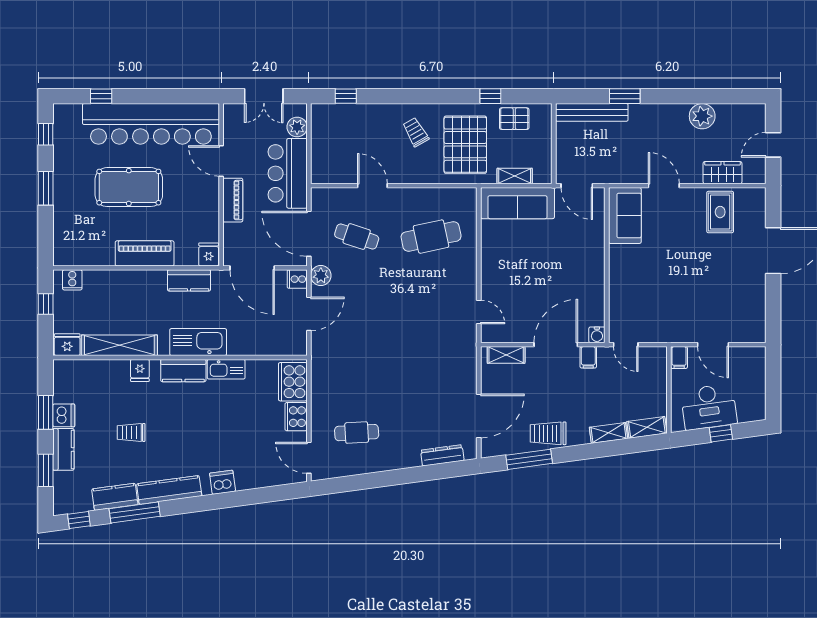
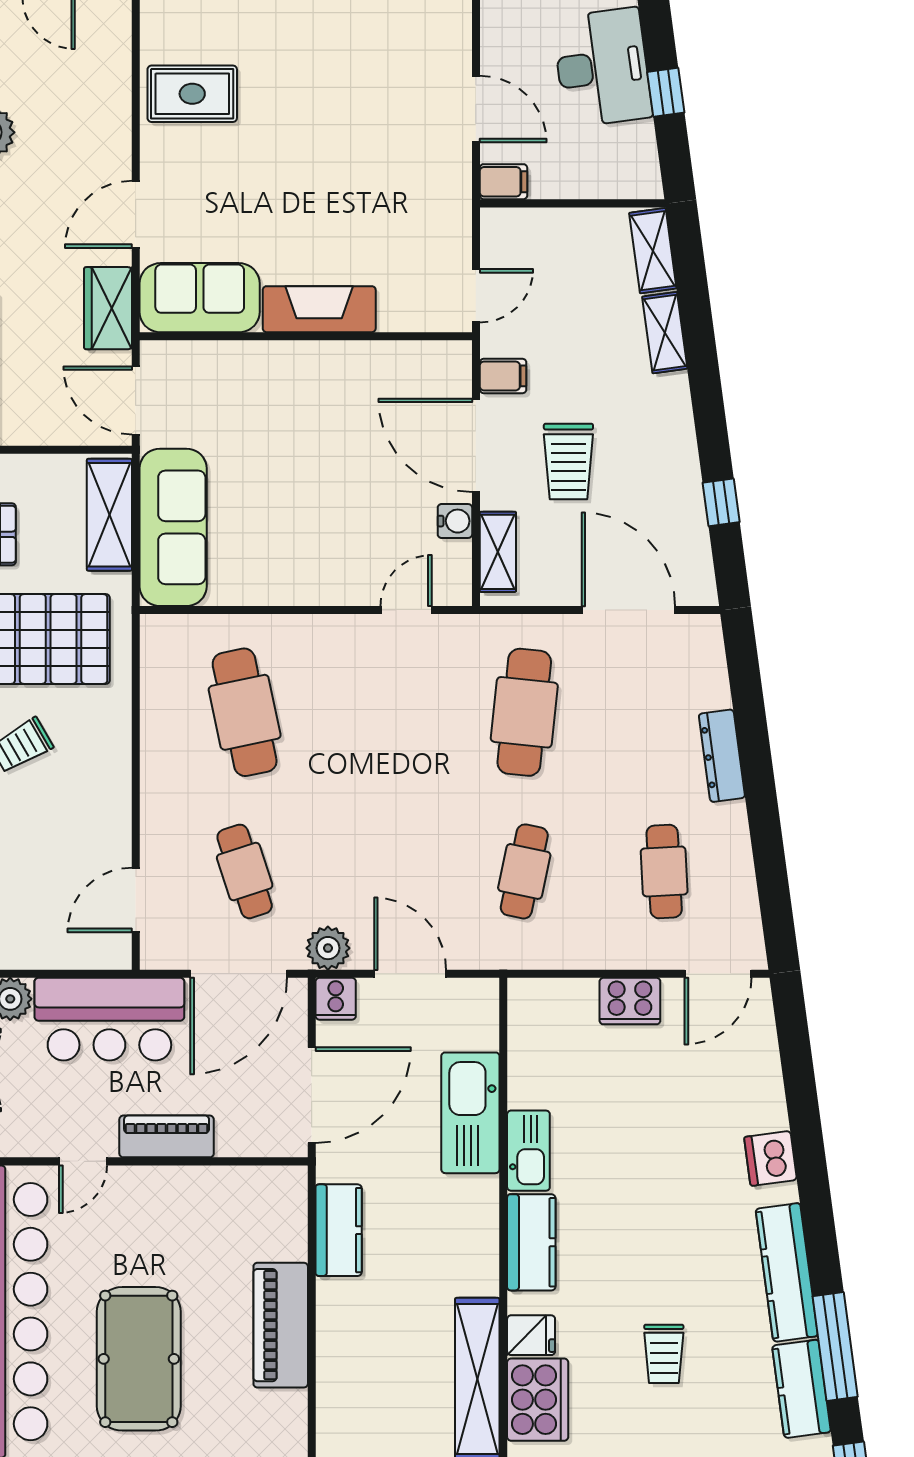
door: (221, 161) -> (83, 1161), width x0.73
wardrobe: (722, 173) -> (108, 308), moved
shelving: (515, 176) -> (109, 515), width x1.50, depth x1.33
door: (372, 186) -> (136, 900), moved
door: (577, 186) -> (136, 400), swing flipped
cafe table: (357, 237) -> (245, 871), turned -36
fridge: (209, 254) -> (283, 1188), removed
fireplace: (619, 271) -> (319, 309), added
water cooler: (597, 335) -> (455, 521), moved
kitchen sink: (198, 342) -> (470, 1113), moved
door: (713, 345) -> (476, 109), hinge flipped
cafe table: (357, 367) -> (524, 871), added
cafe table: (431, 367) -> (524, 712), added
cooker: (293, 382) -> (538, 1400), moved, turned -90
desk: (709, 407) -> (602, 67), moved
trolley: (548, 433) -> (568, 461), moved
dresser: (442, 455) -> (722, 756), moved
window: (529, 459) -> (721, 502), width x0.46

